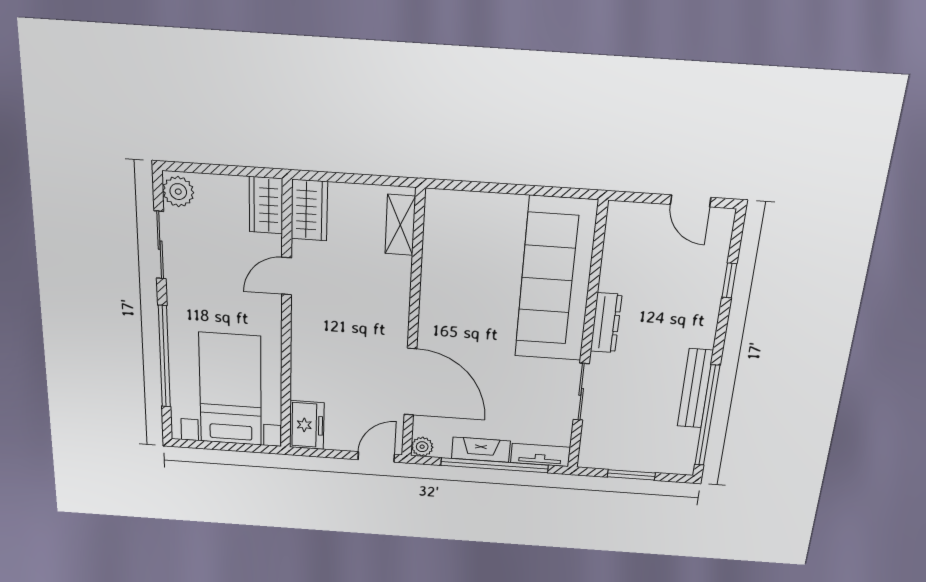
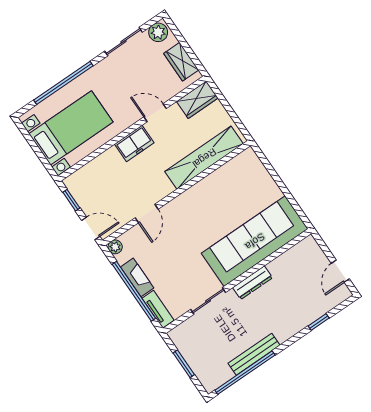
wardrobe: (266, 205) -> (181, 62), moved, turned -90
shelving: (400, 225) -> (204, 158), width x2.20, depth x1.33
door: (410, 382) -> (147, 214), width x0.53
freezer: (307, 425) -> (134, 143), moved
window: (323, 453) -> (71, 200), added

